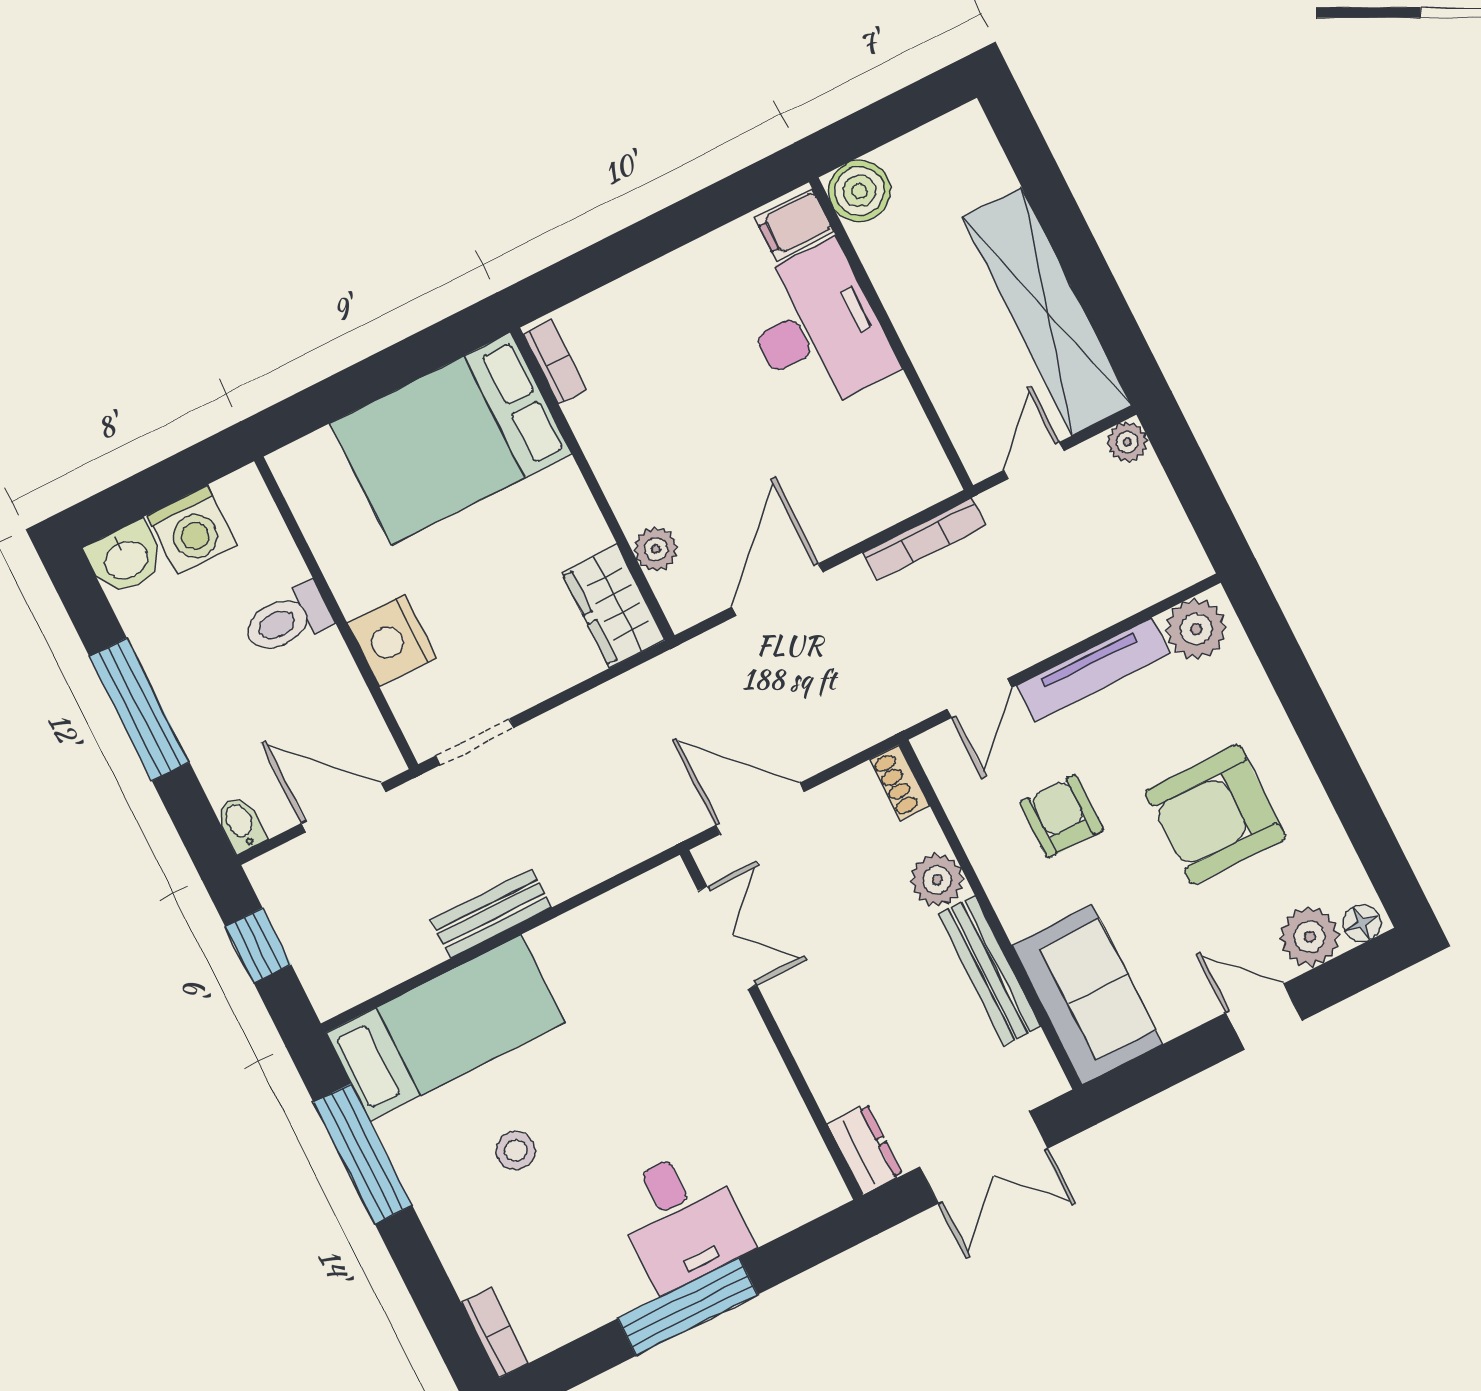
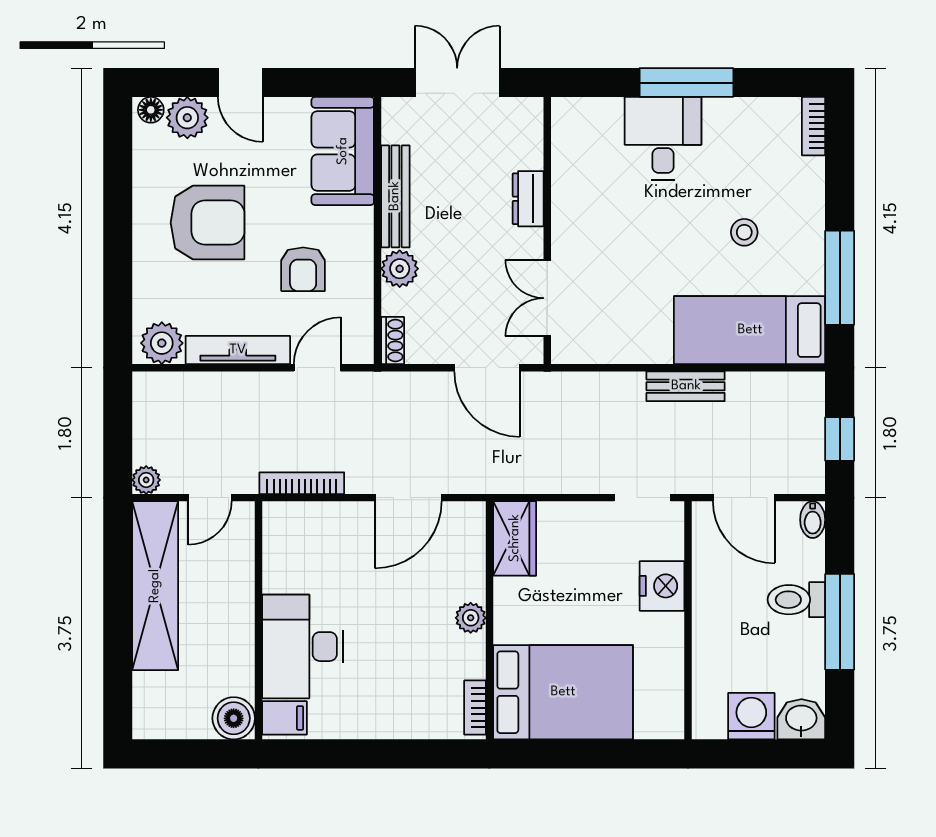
plant: (656, 549) -> (471, 618), moved
toilet: (287, 619) -> (796, 600), moved, turned 180
dresser: (865, 1149) -> (528, 199), moved

